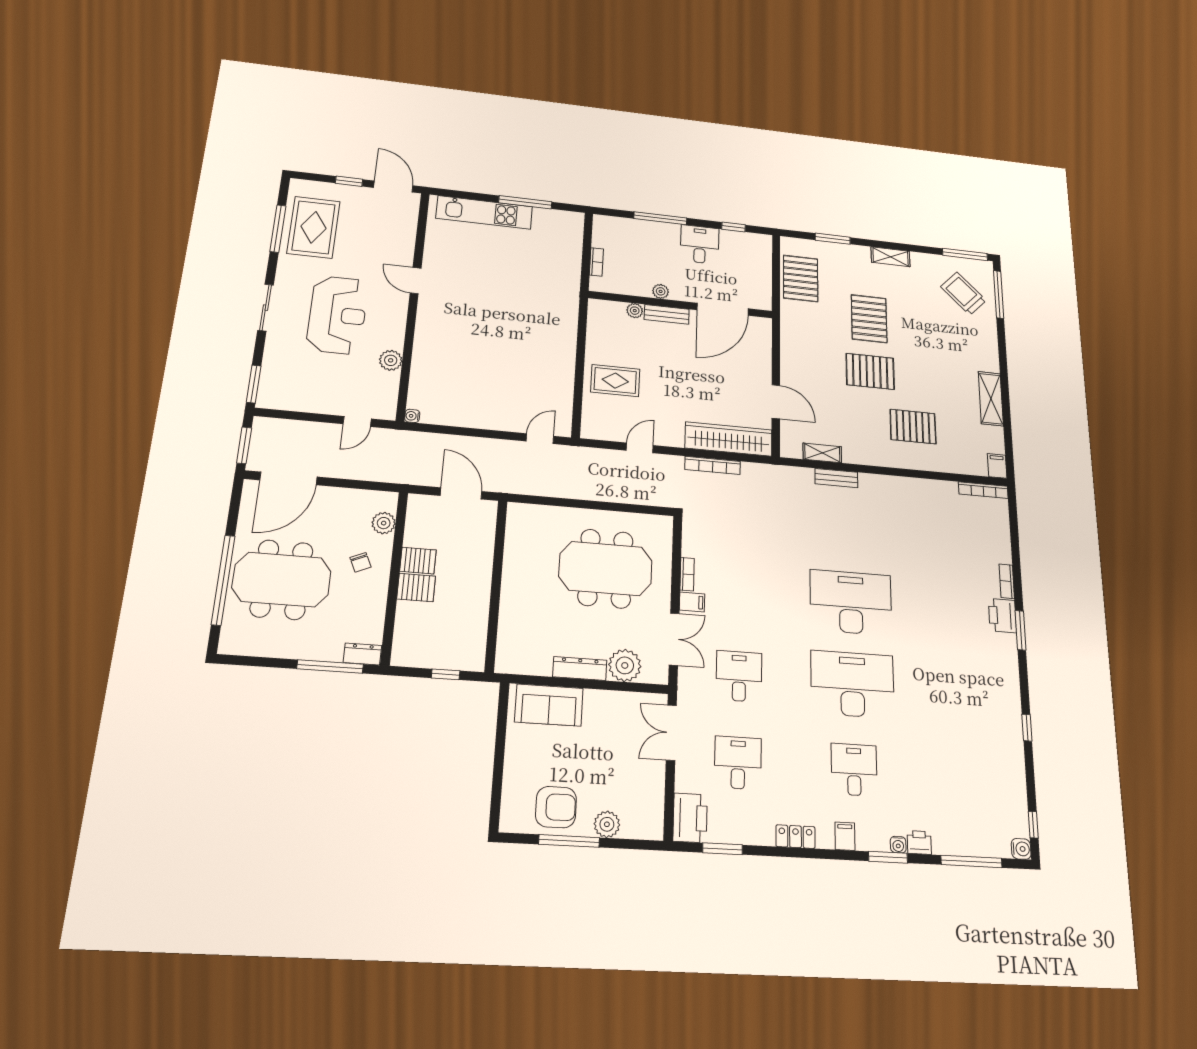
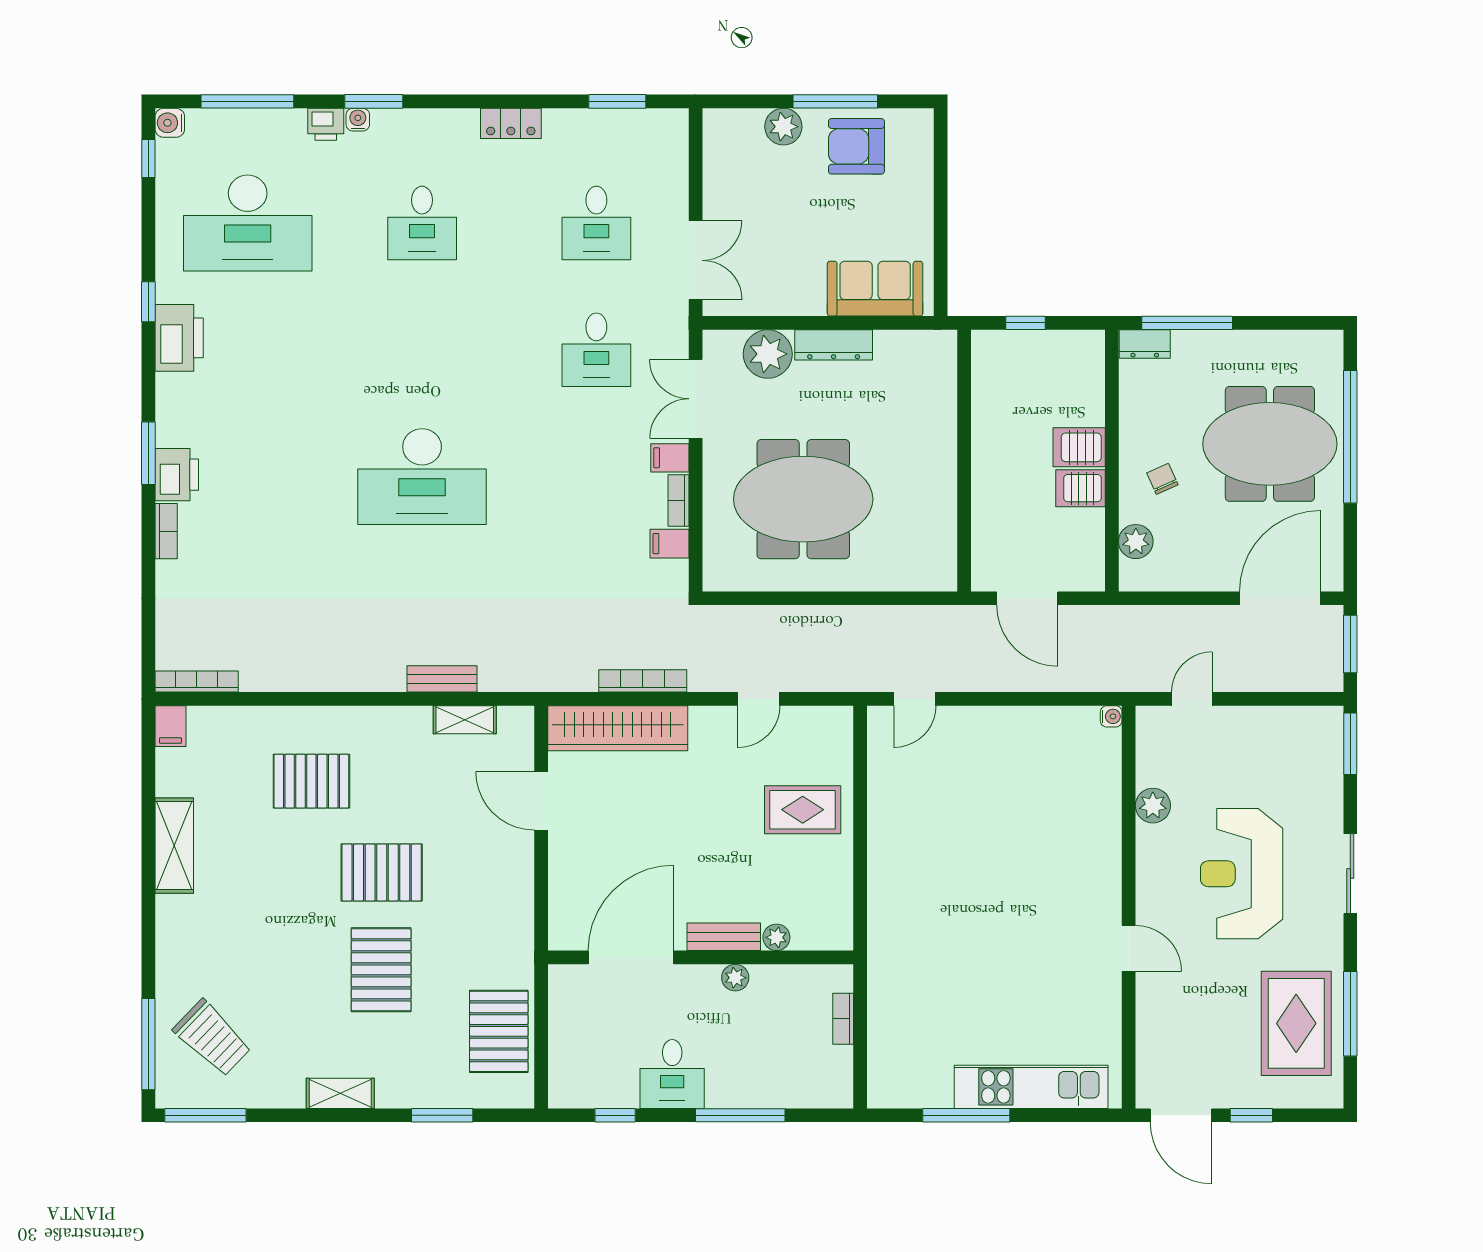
desk: (852, 684) -> (248, 223), moved
printer: (690, 818) -> (179, 338), moved, turned 180
filing cabinet: (845, 836) -> (670, 544), moved, turned 90

